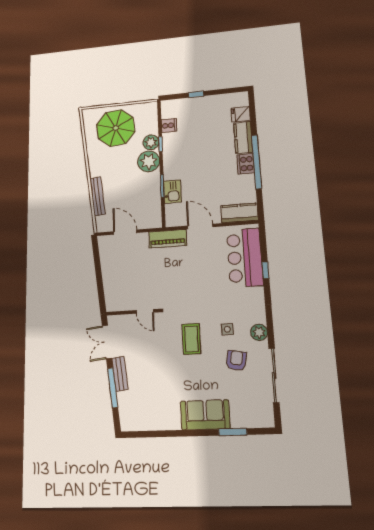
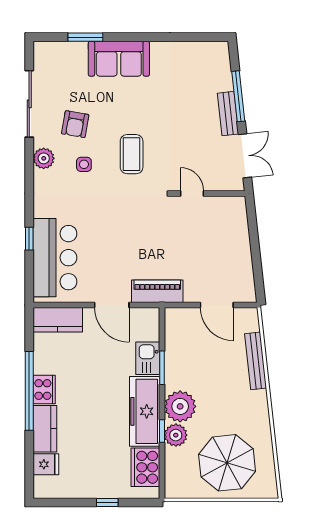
cooker: (169, 125) -> (145, 467), width x1.87, depth x1.31
freezer: (173, 156) -> (145, 411), added

